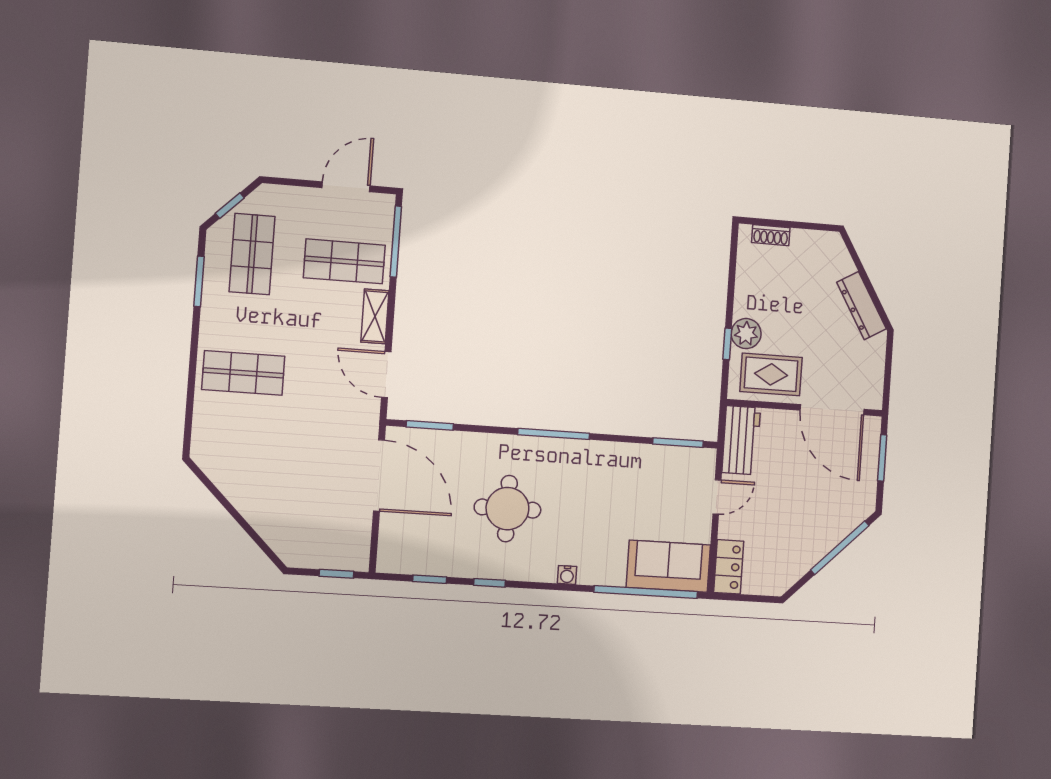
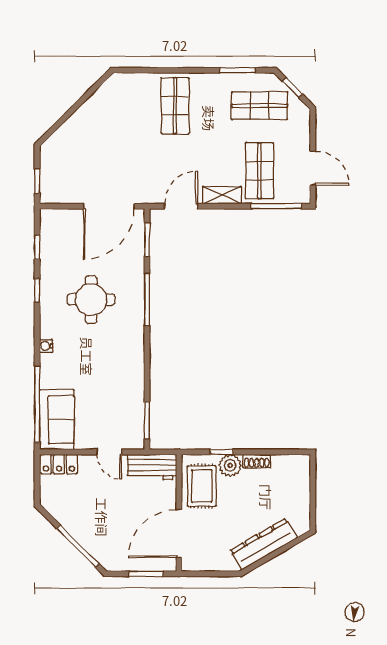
shoe rack: (771, 235) -> (257, 461), moved, turned -90
dresser: (861, 306) -> (264, 544), width x1.37, depth x1.24
window: (554, 434) -> (147, 299), moved

